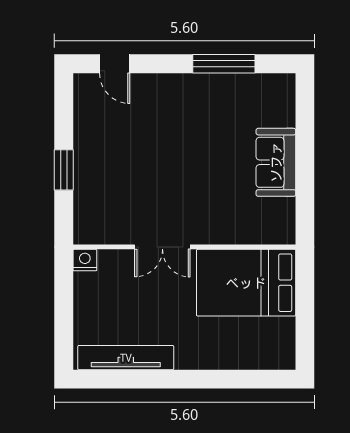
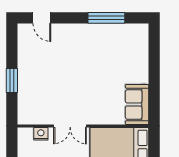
sofa: (276, 162) -> (137, 104), moved
nightstand: (85, 260) -> (41, 134), moved

